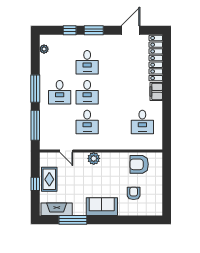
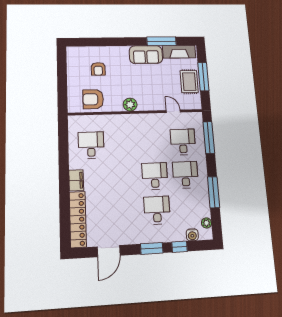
water cooler: (58, 40) -> (192, 235), added
window: (35, 89) -> (214, 192), moved
desk: (87, 122) -> (183, 142), moved
plant: (94, 158) -> (130, 105), moved
armchair: (139, 164) -> (93, 99), turned 180
window: (35, 184) -> (203, 77), width x2.17
sofa: (102, 207) -> (146, 55), moved

